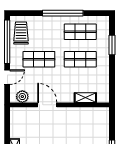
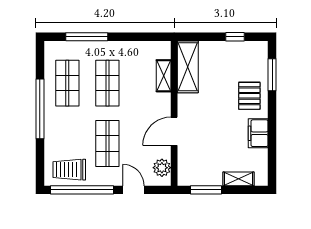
window: (112, 45) -> (87, 37), width x1.44
shelving: (91, 114) -> (188, 67), added
window: (7, 127) -> (206, 190), added

